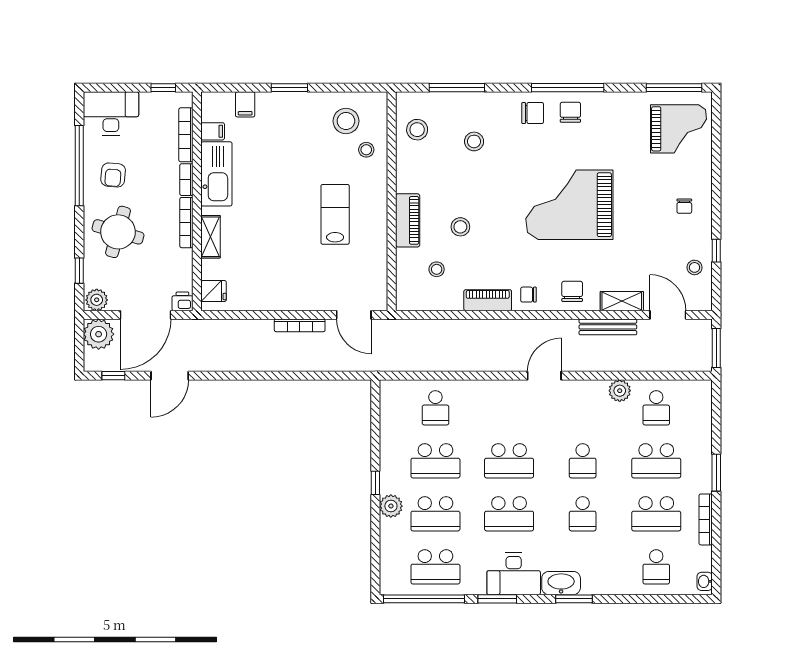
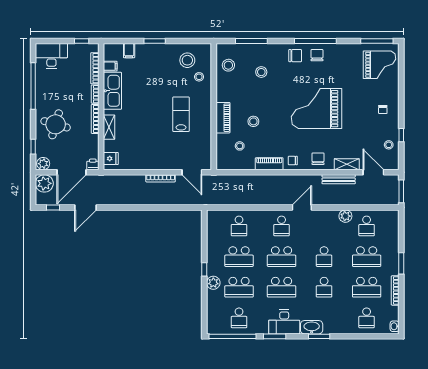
armchair: (113, 175) -> (53, 91), removed
school desk: (509, 408) -> (282, 226), added
school desk: (435, 567) -> (239, 318), width x0.54

